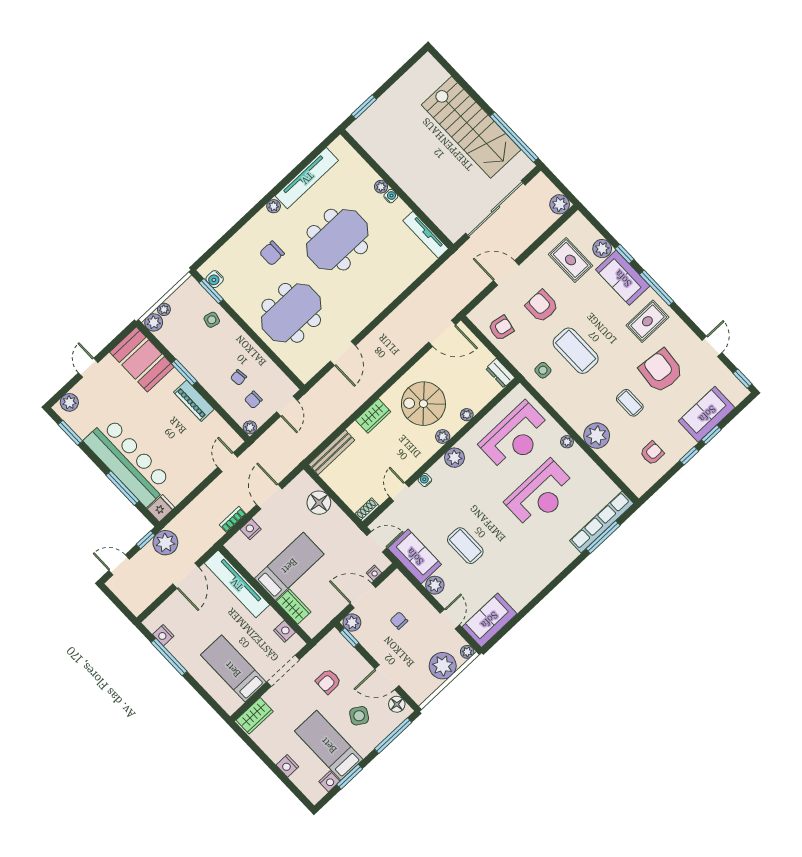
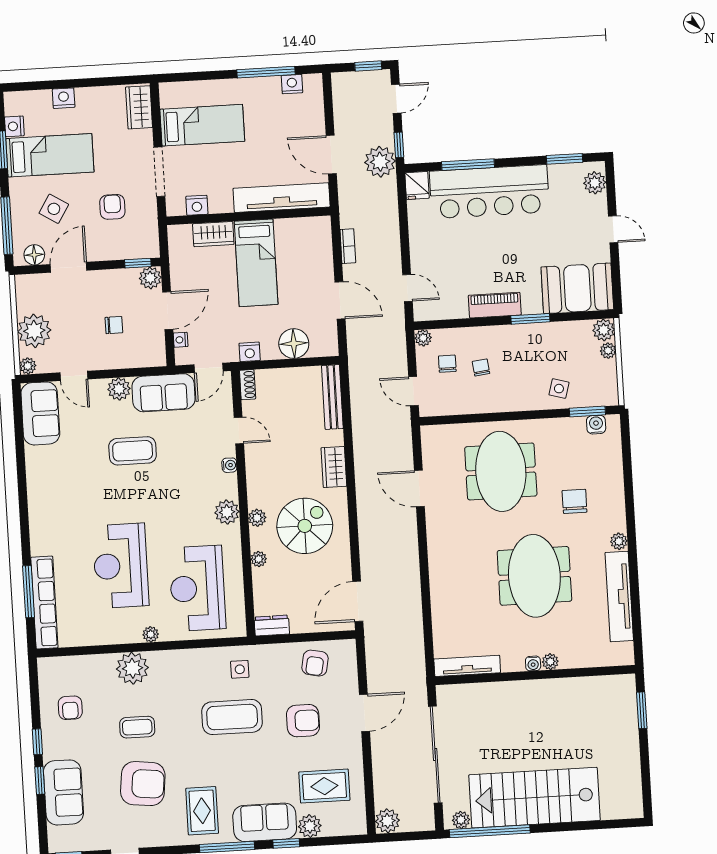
plant: (522, 160) -> (461, 820), added
nightstand: (251, 529) -> (250, 352), moved, turned 90
window: (114, 598) -> (368, 66), added

